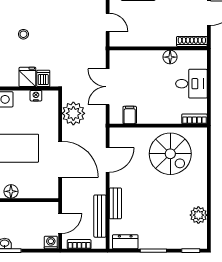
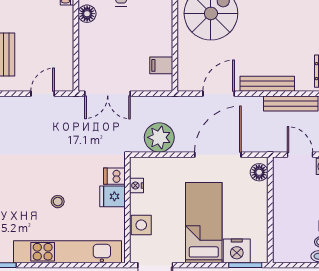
double door: (108, 87) -> (108, 94), moved
door: (108, 160) -> (219, 94), hinge flipped
floor lamp: (11, 191) -> (259, 172), moved
bench: (115, 203) -> (267, 84), width x1.36

